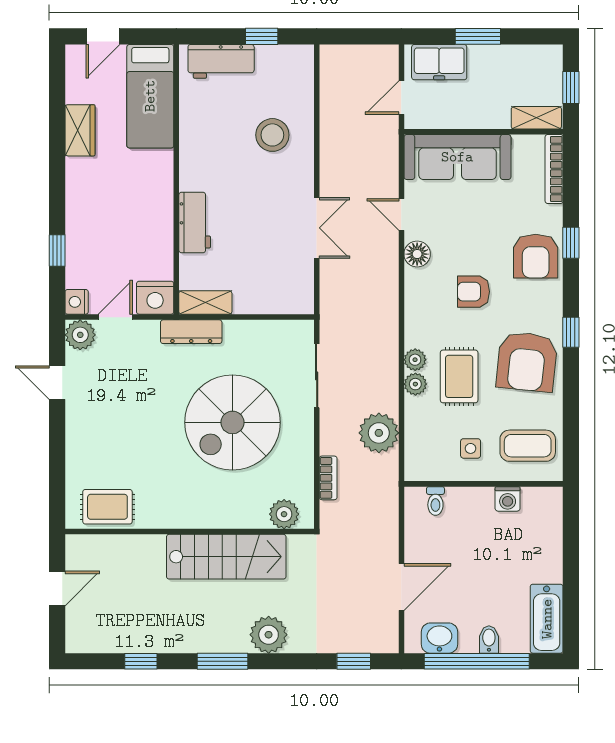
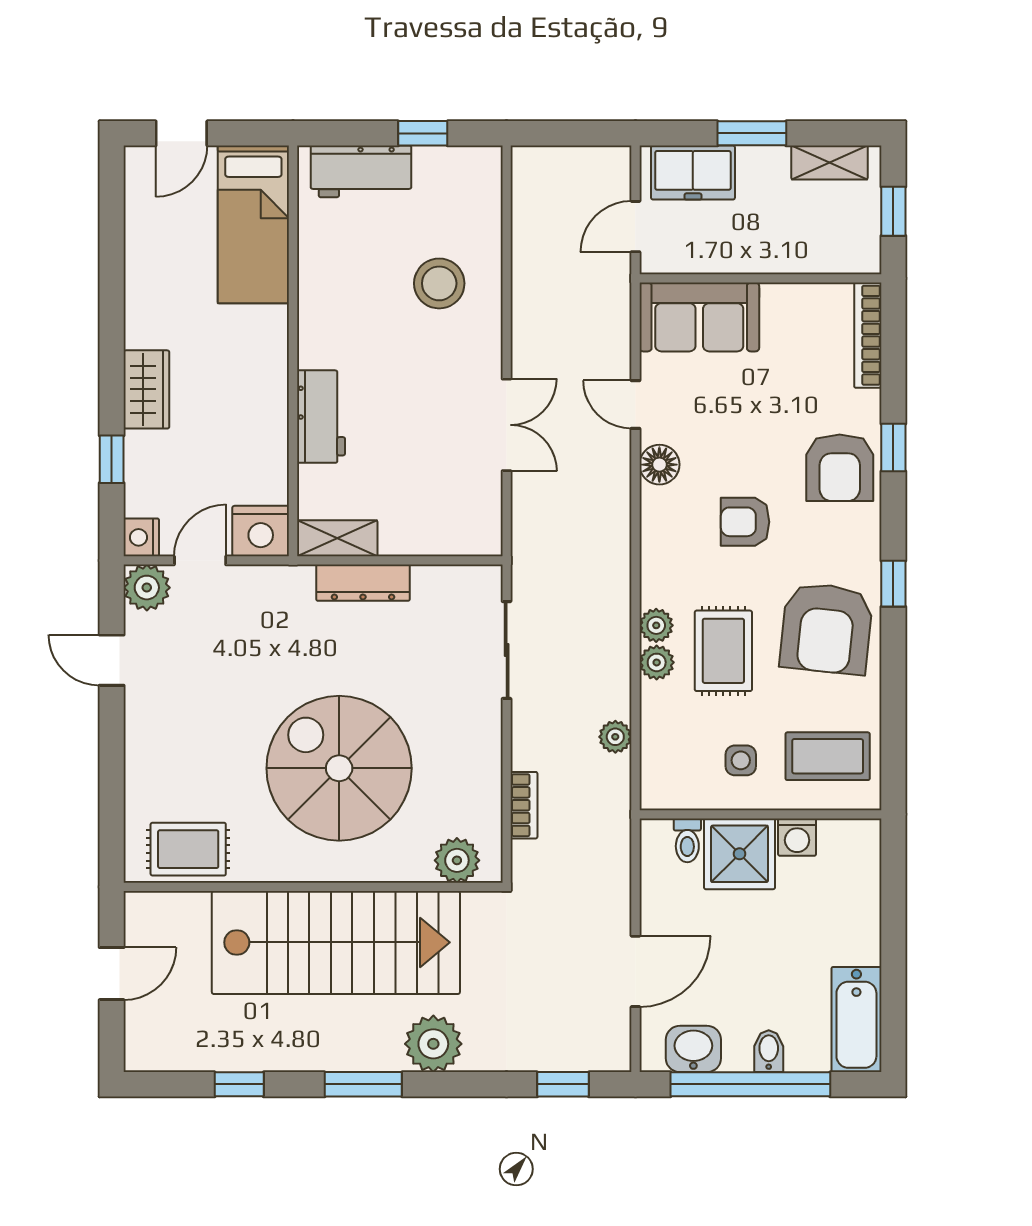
shelving: (536, 118) -> (830, 163), moved
wardrobe: (80, 130) -> (146, 389), moved
sofa: (457, 157) -> (699, 317), width x0.73
dresser: (191, 332) -> (363, 583), moved
spiral stairs: (232, 422) -> (339, 768), moved, turned 90
plant: (379, 433) -> (615, 737), width x0.53, depth x0.53
shower: (470, 510) -> (740, 854), added
stairs: (226, 557) -> (336, 942), width x1.36, depth x1.51

